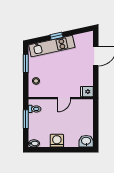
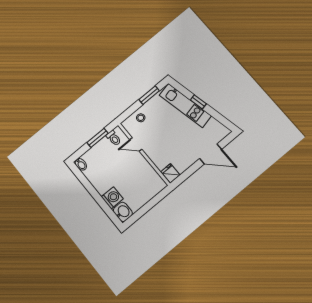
door: (64, 98) -> (136, 144), moved
washing machine: (57, 141) -> (112, 198), moved

